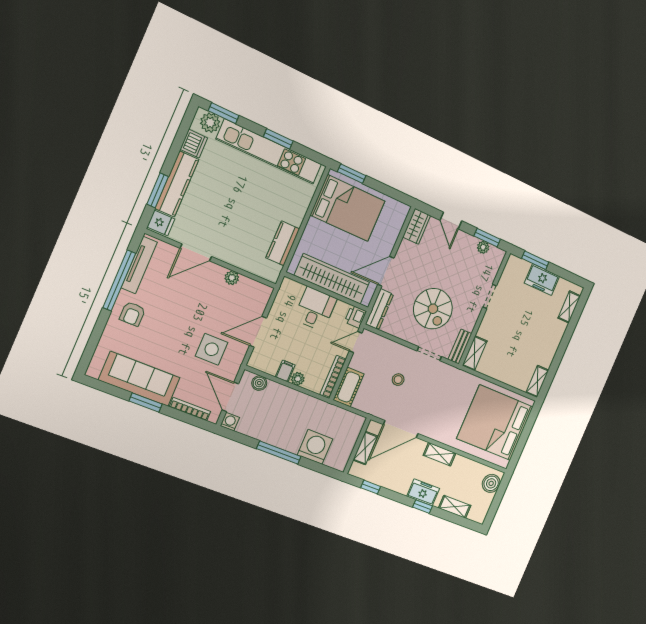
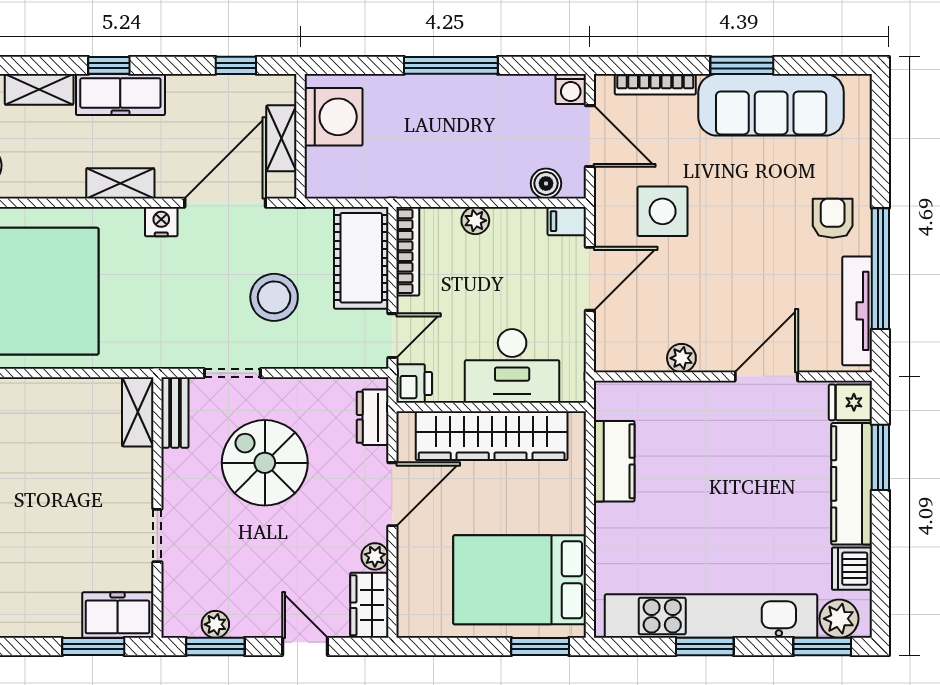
plant: (405, 247) -> (375, 556), added
freezer: (542, 280) -> (117, 615), moved
desk: (315, 309) -> (512, 366), width x1.37
dresser: (380, 309) -> (373, 417), width x0.70
filing cabinet: (285, 371) -> (567, 221), moved, turned 90
stool: (398, 380) -> (274, 297), width x1.89, depth x1.89
cot: (349, 387) -> (361, 258), width x1.37, depth x1.34
nightstand: (430, 431) -> (161, 222), added
washing machine: (315, 447) -> (333, 117), moved, turned -90
freezer: (423, 492) -> (120, 95), width x1.40

